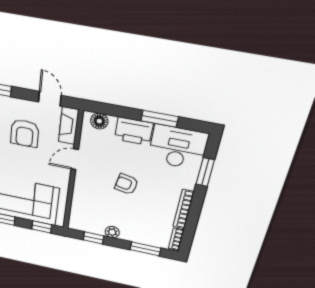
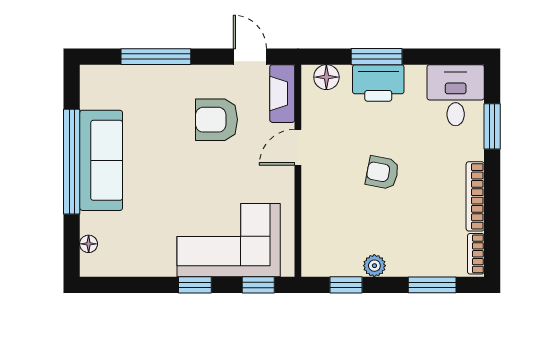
window: (159, 119) -> (377, 57), moved
armchair: (25, 133) -> (217, 120), turned 90
desk: (178, 147) -> (456, 95), width x0.73

